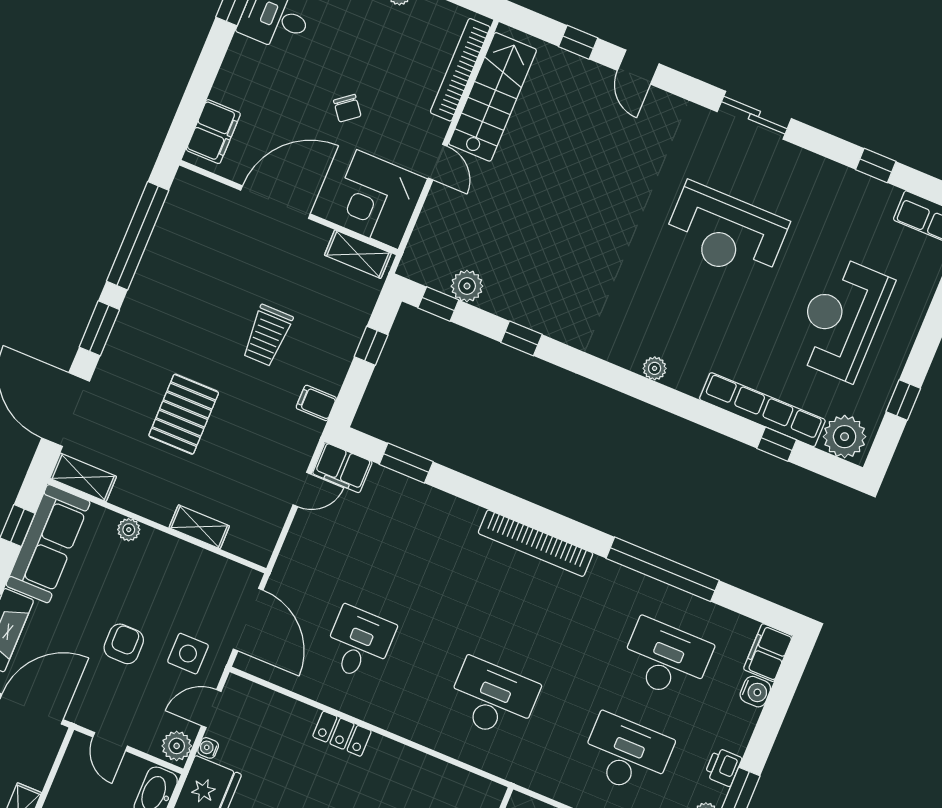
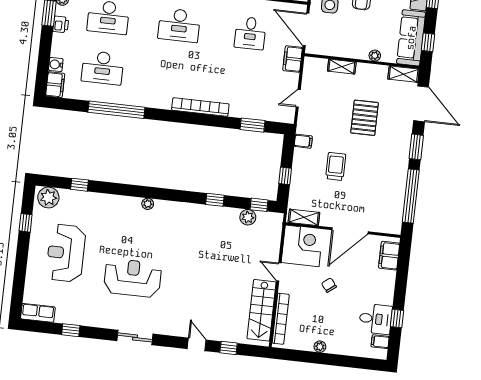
reception desk: (842, 319) -> (66, 253), turned 180
row of seats: (762, 410) -> (91, 199), removed
filing cabinet: (342, 468) -> (293, 59), moved, turned -90
bookcase: (536, 543) -> (200, 107), moved

